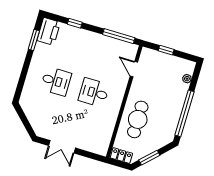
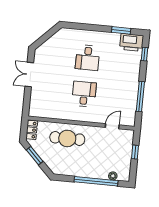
window: (75, 23) -> (145, 54), moved
window: (119, 36) -> (140, 97), moved
window: (184, 113) -> (96, 181), moved

